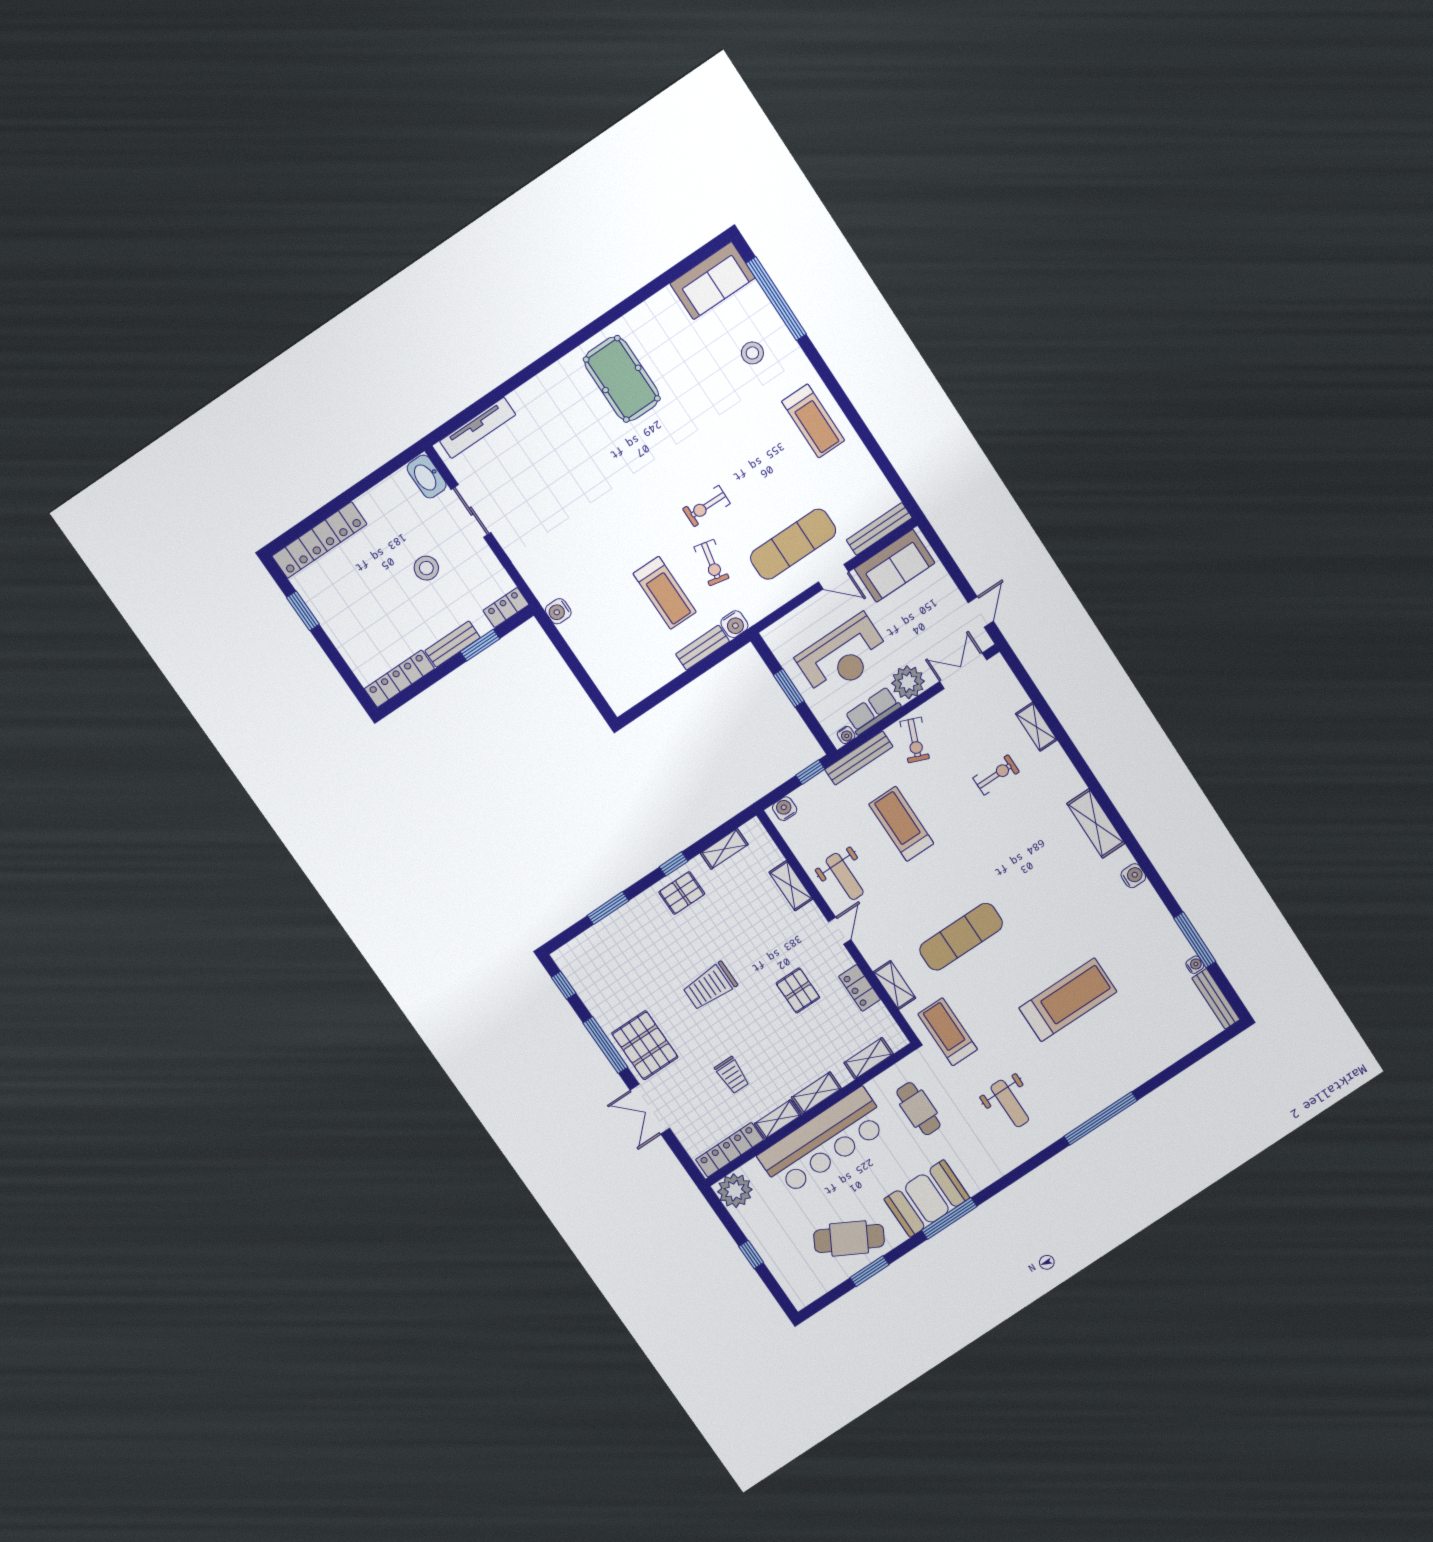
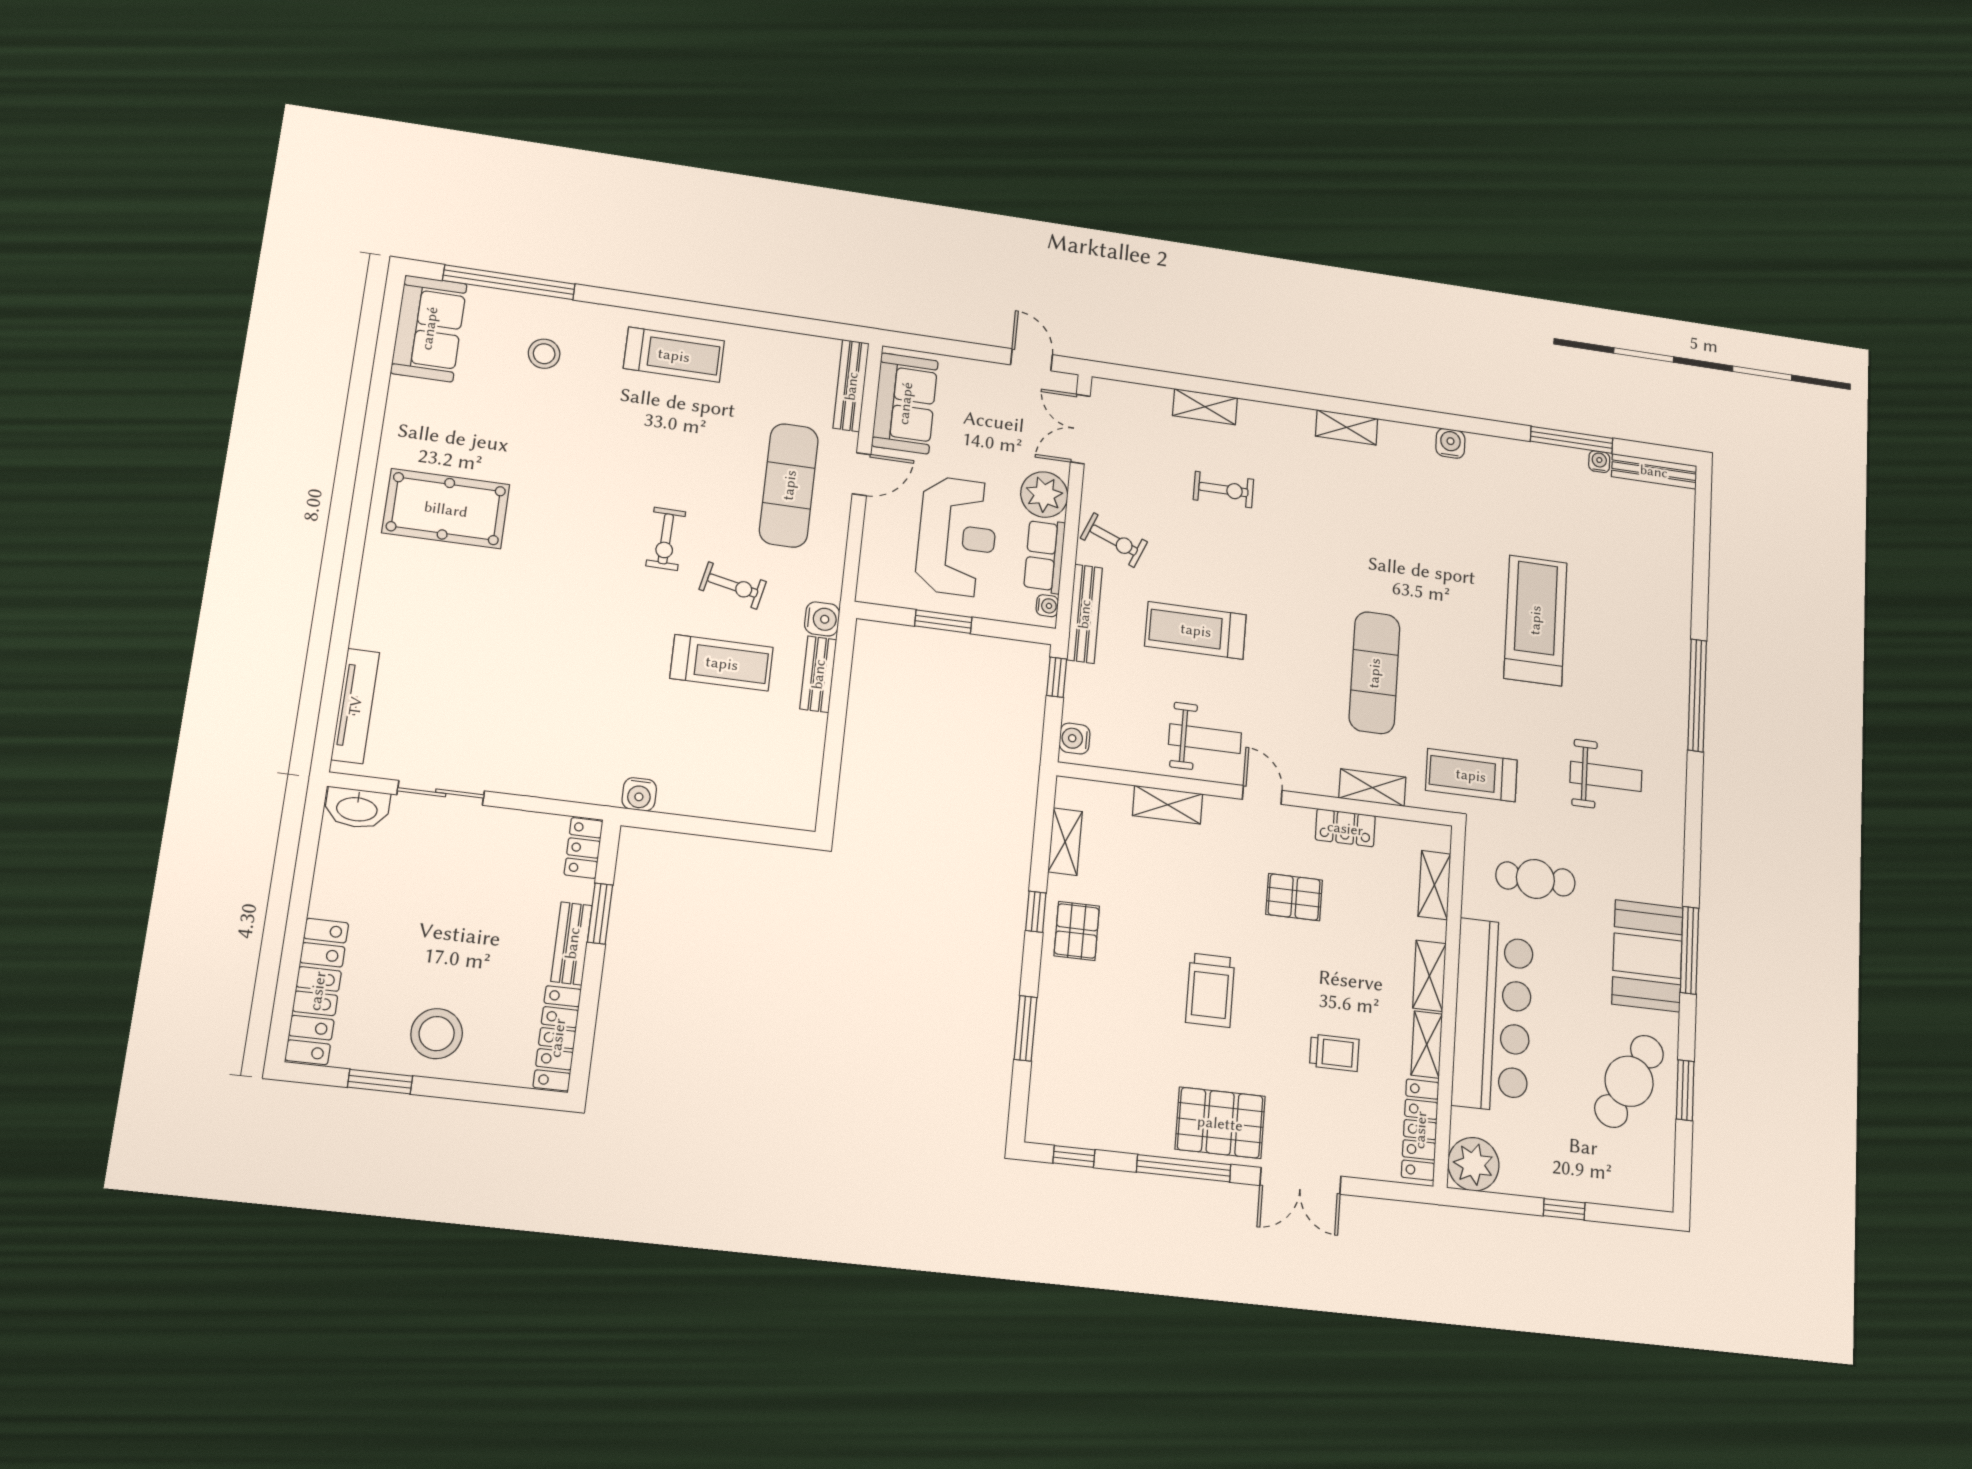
stool: (426, 568) -> (437, 1034), moved, width x1.38, depth x1.38
exercise bike: (996, 775) -> (1223, 490), turned 90
shelving: (1096, 823) -> (1347, 427), width x0.67, depth x0.75

